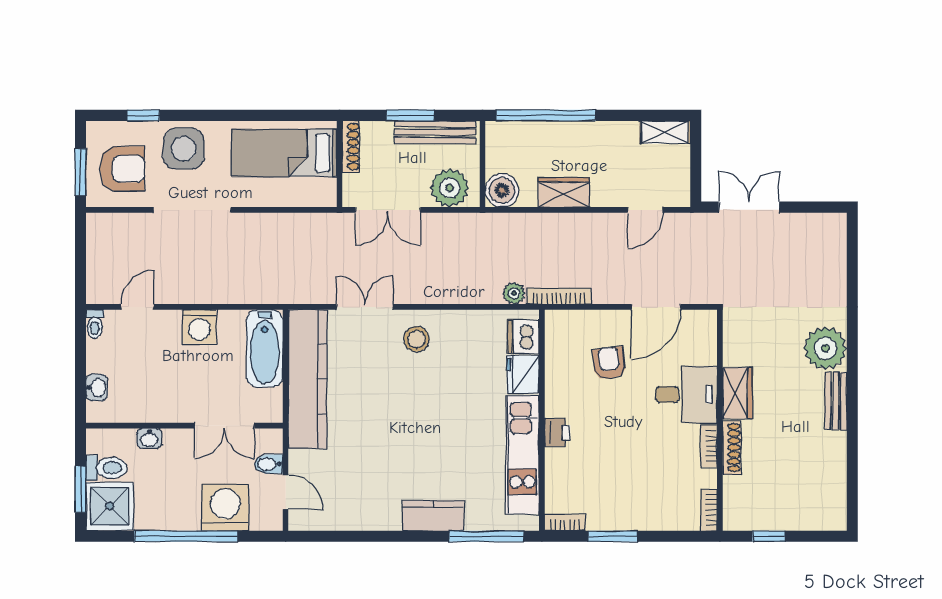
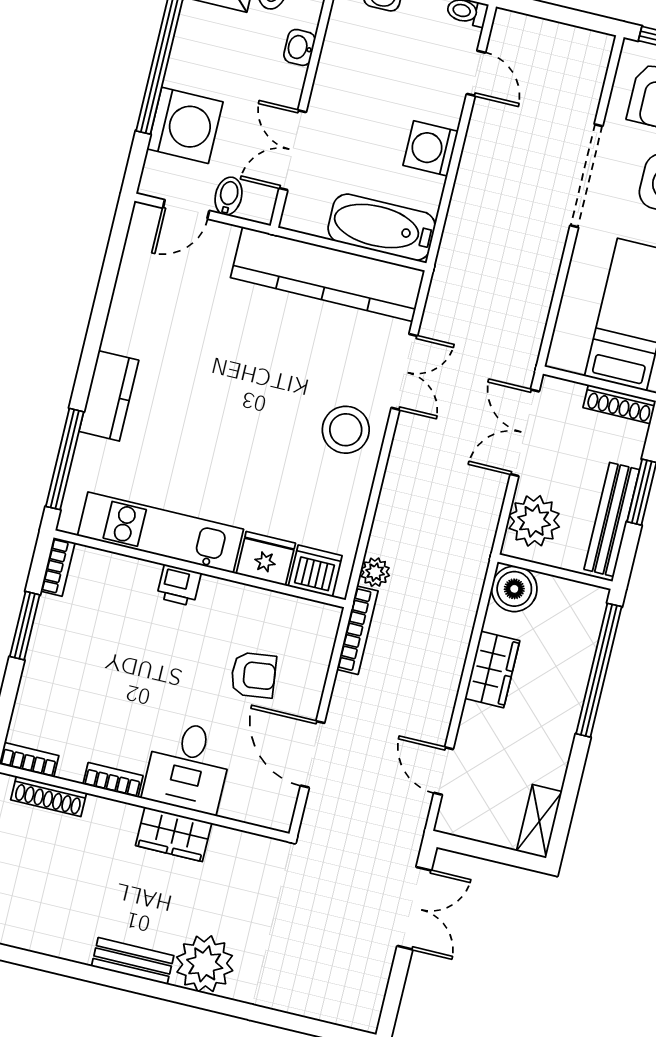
stool: (417, 339) -> (346, 430), width x1.38, depth x1.38
shoe rack: (732, 448) -> (49, 796), moved

